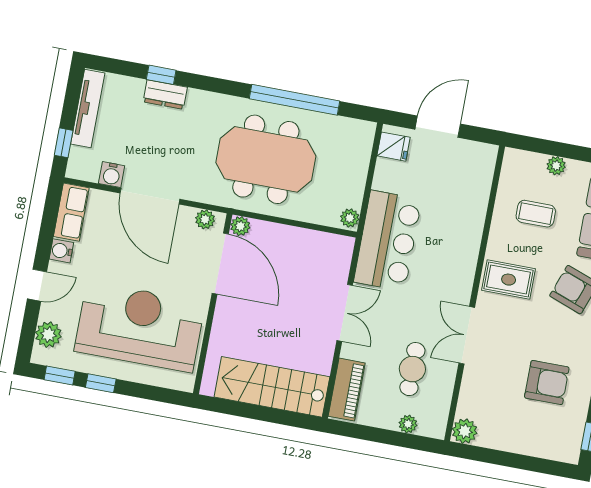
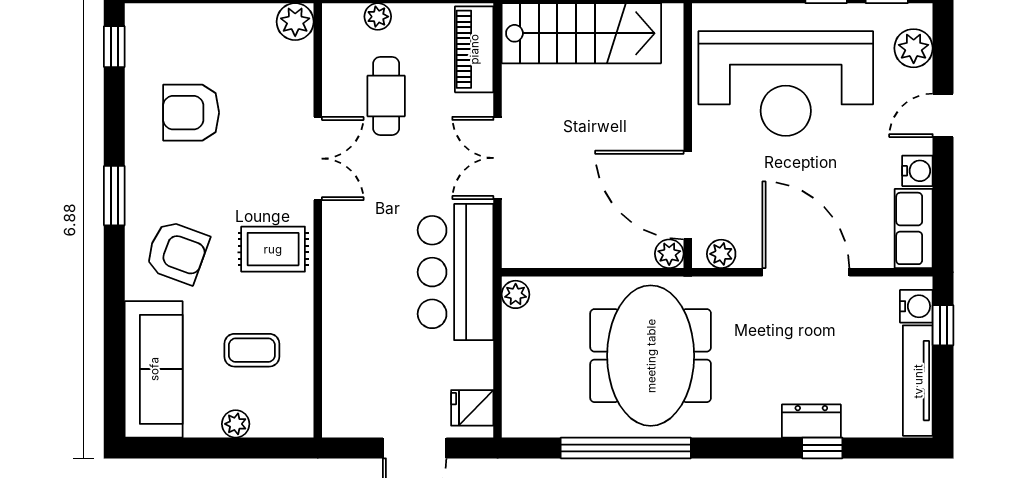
meeting table: (266, 159) -> (651, 356), turned 90
water cooler: (112, 175) -> (916, 306), moved, turned 90

